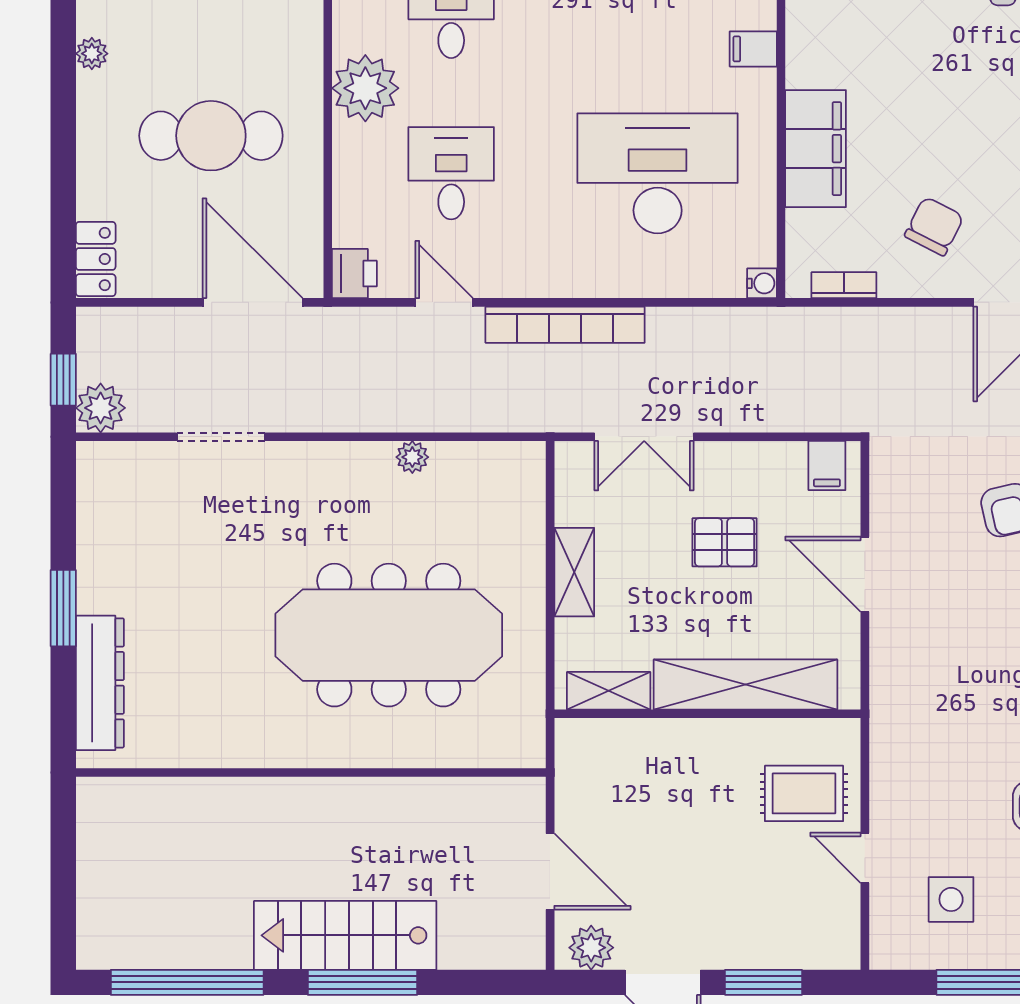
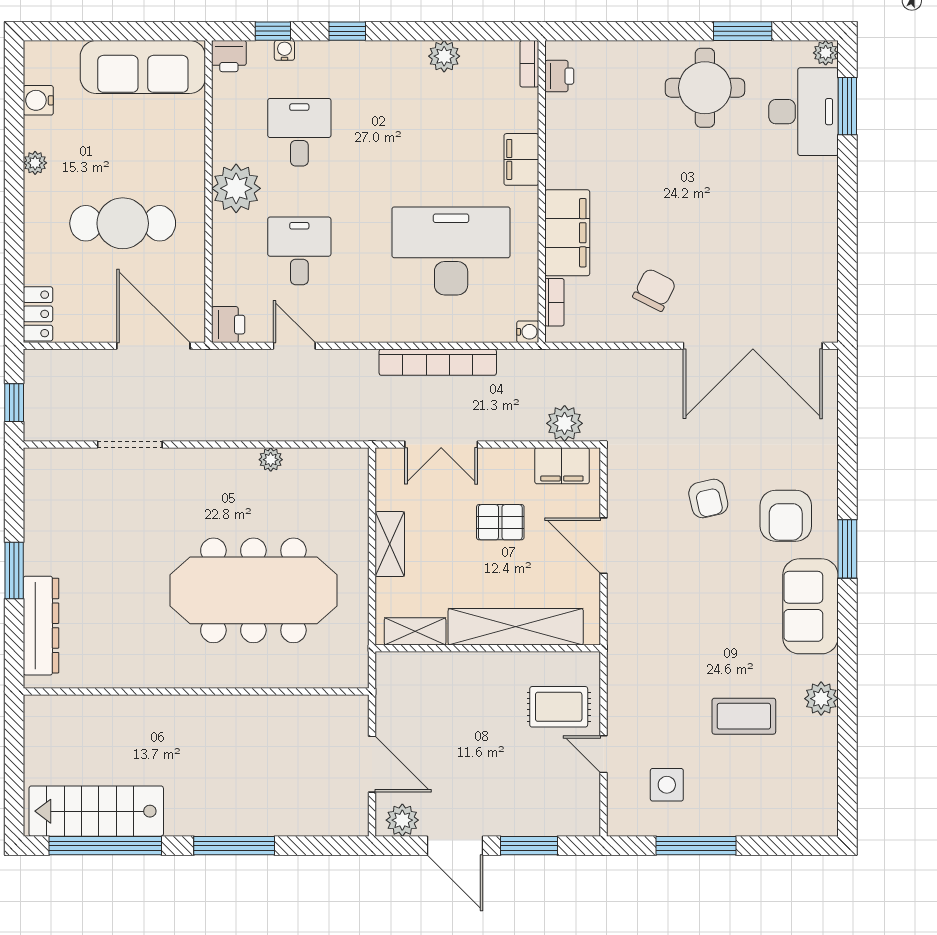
filing cabinet: (753, 49) -> (521, 159), width x2.00
bookcase: (844, 285) -> (554, 302), moved, turned 90
bookcase: (565, 325) -> (438, 362), moved
plant: (101, 408) -> (565, 423), moved
filing cabinet: (827, 466) -> (562, 466), width x2.00
stairs: (345, 935) -> (96, 811), moved

